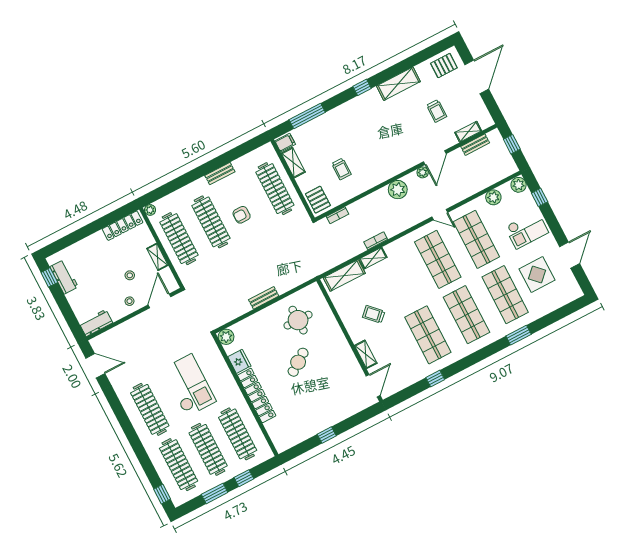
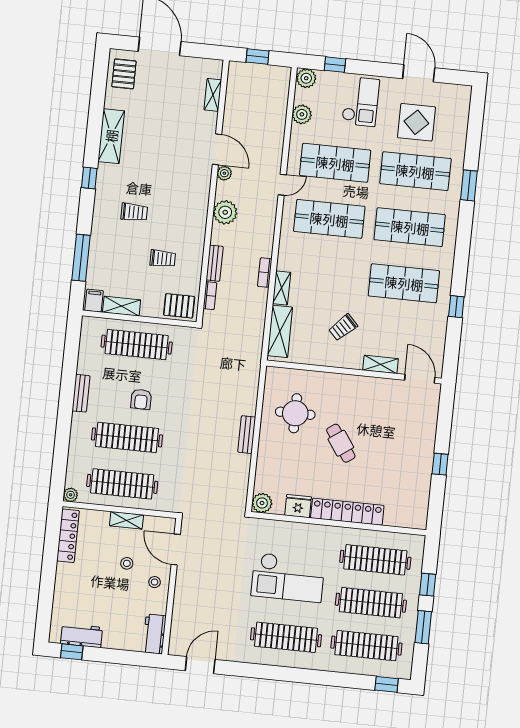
trolley: (437, 111) -> (134, 212), moved
bench: (475, 145) -> (215, 263), moved
checkout: (189, 385) -> (288, 578), turned 180

